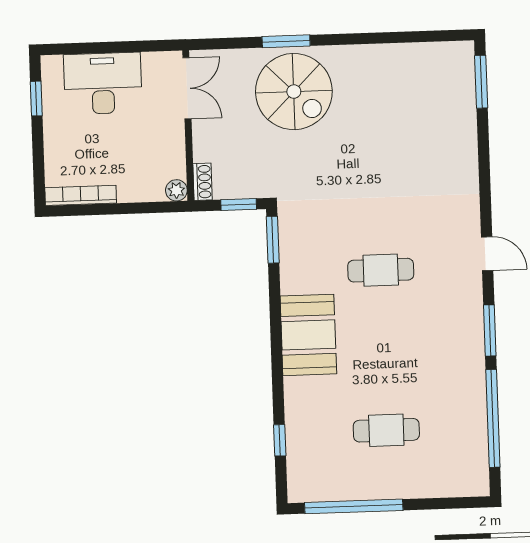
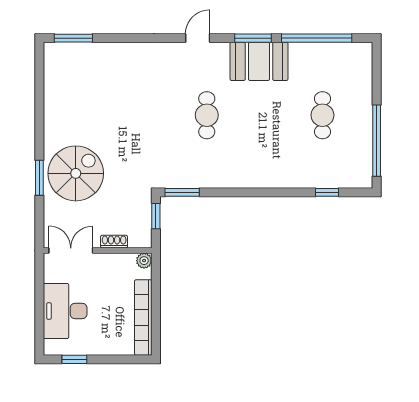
shoe rack: (202, 182) -> (114, 242), moved
bookcase: (81, 195) -> (143, 318), width x1.48, depth x1.31
booth: (308, 335) -> (259, 61), moved

